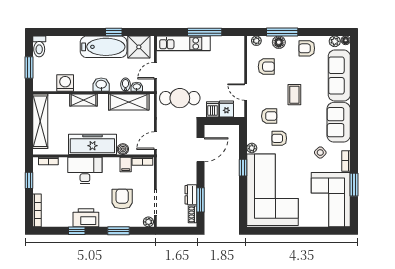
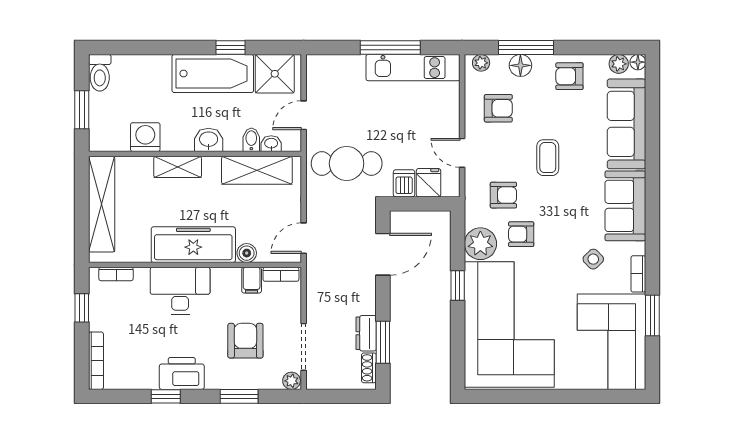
kitchen unit: (183, 43) -> (413, 68), moved
plant: (252, 148) -> (480, 244), width x1.88, depth x1.88

